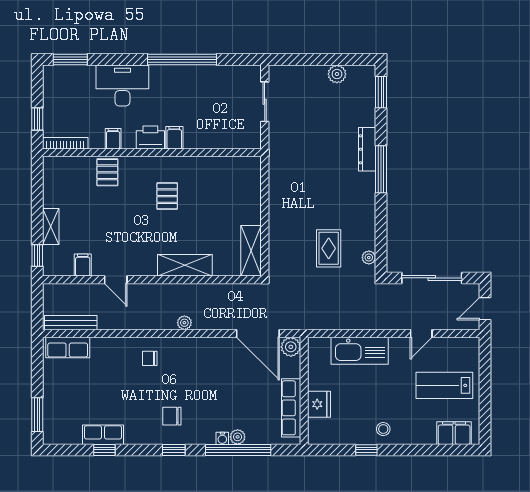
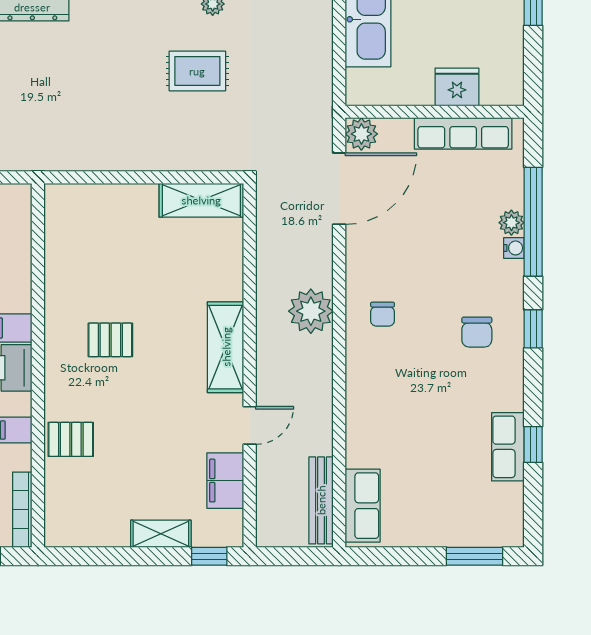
filing cabinet: (83, 265) -> (225, 481), width x2.00
shelving: (185, 265) -> (226, 347), moved
plant: (184, 323) -> (311, 311), width x1.88, depth x1.88
chair: (150, 358) -> (383, 314), moved

